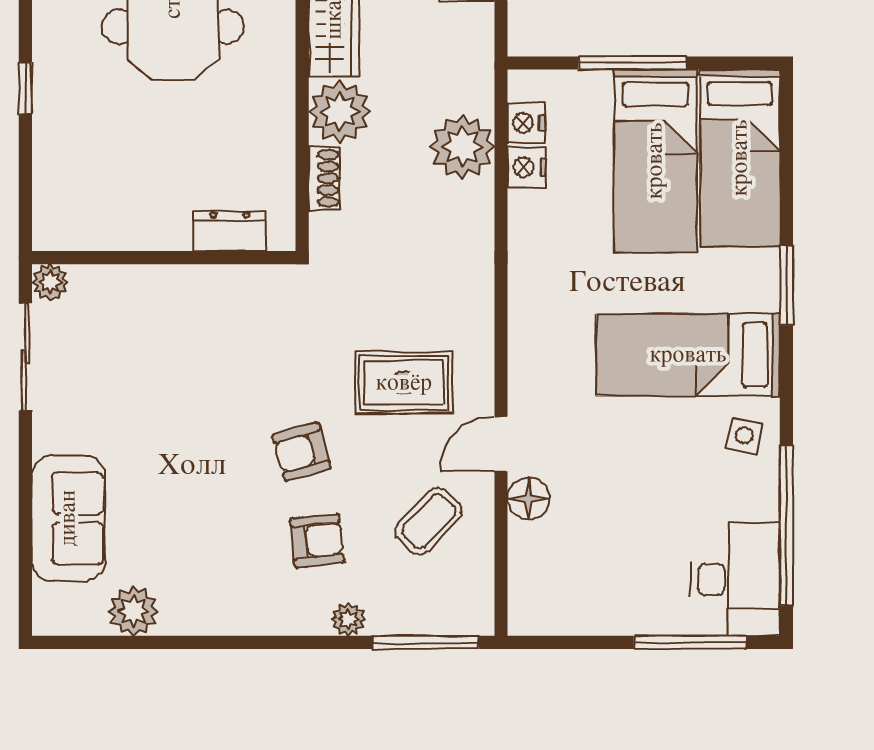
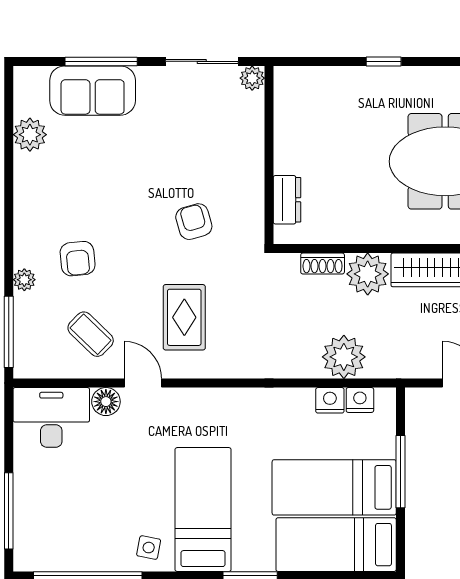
armchair: (302, 452) -> (194, 222), moved
window: (25, 506) -> (101, 61), added
desk: (735, 579) -> (51, 417), moved, turned 180

